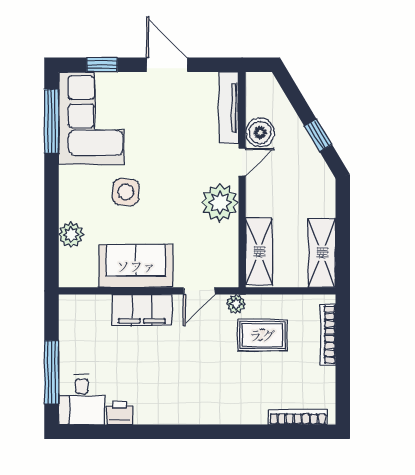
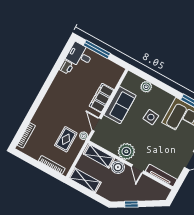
boiler: (260, 133) -> (118, 167), moved

